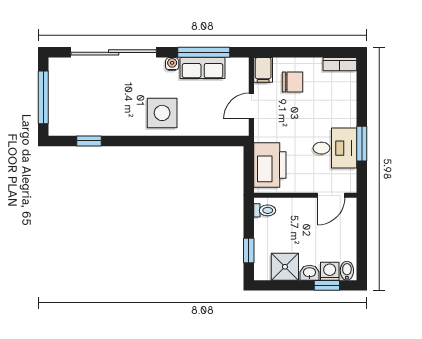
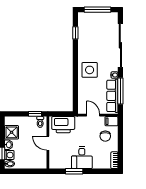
row of seats: (203, 68) -> (112, 96), width x1.48
desk: (335, 148) -> (82, 158), moved
door: (331, 195) -> (48, 143), moved
window: (249, 250) -> (35, 114), moved

